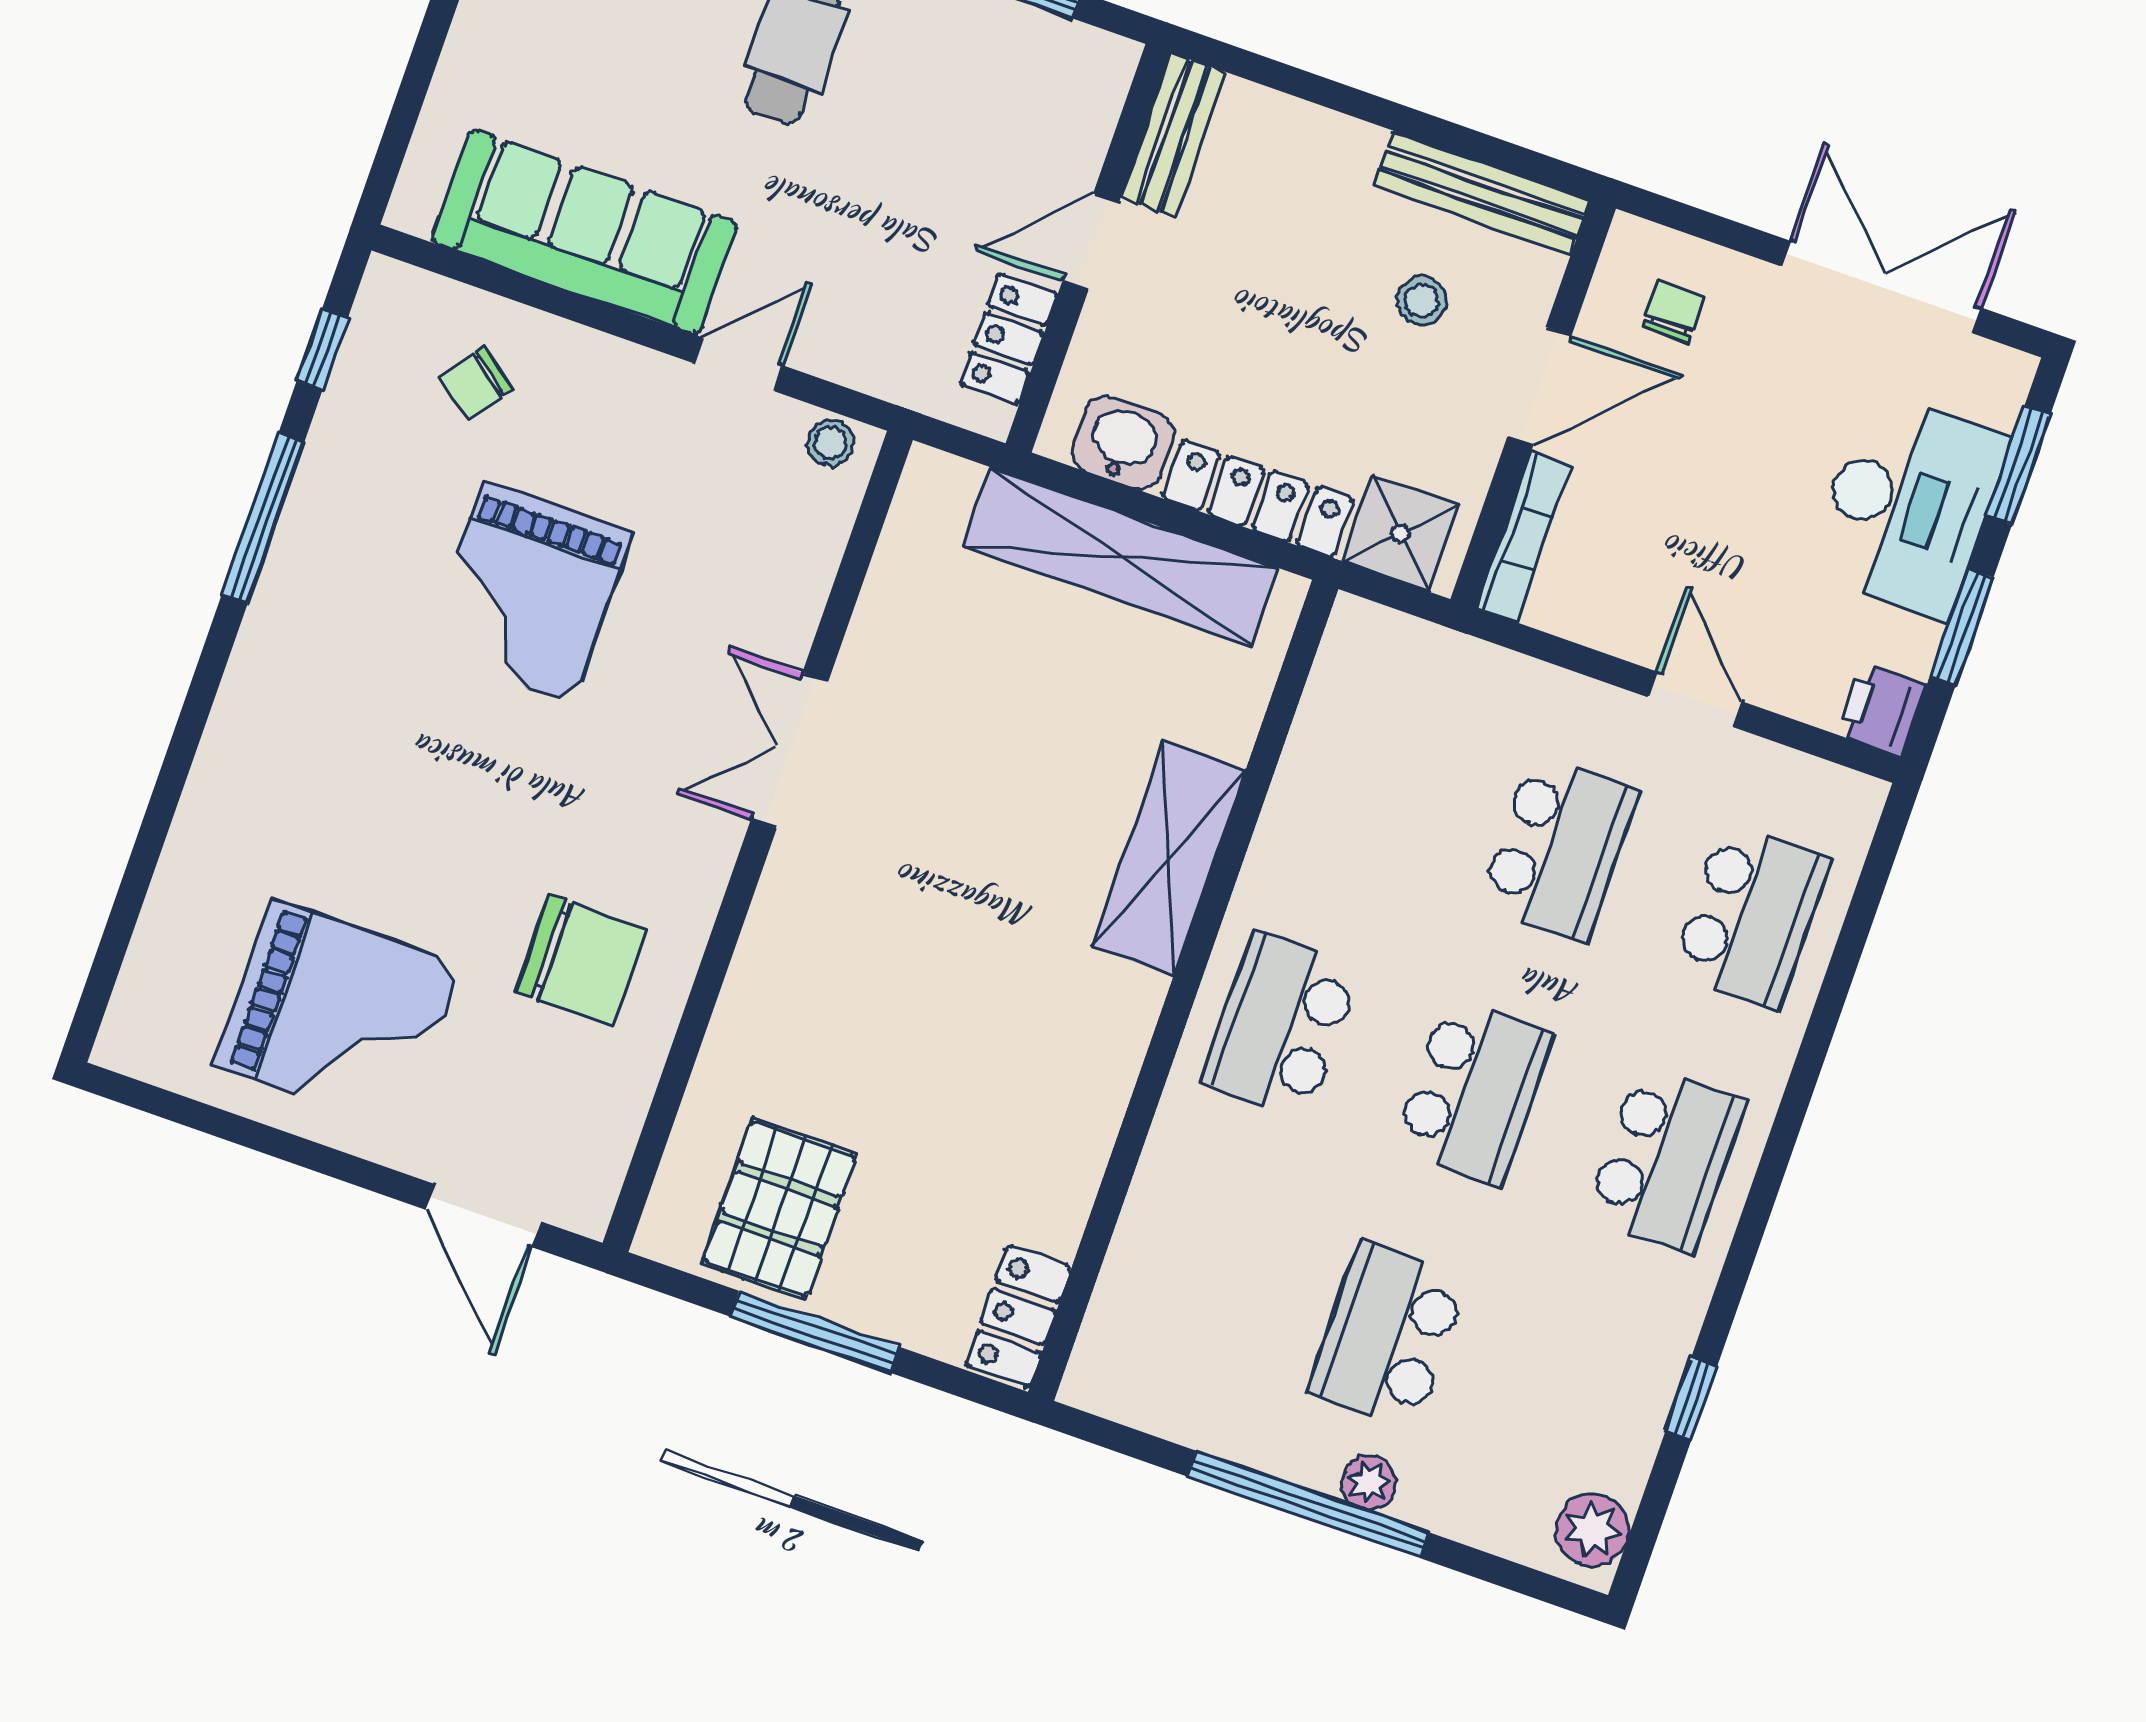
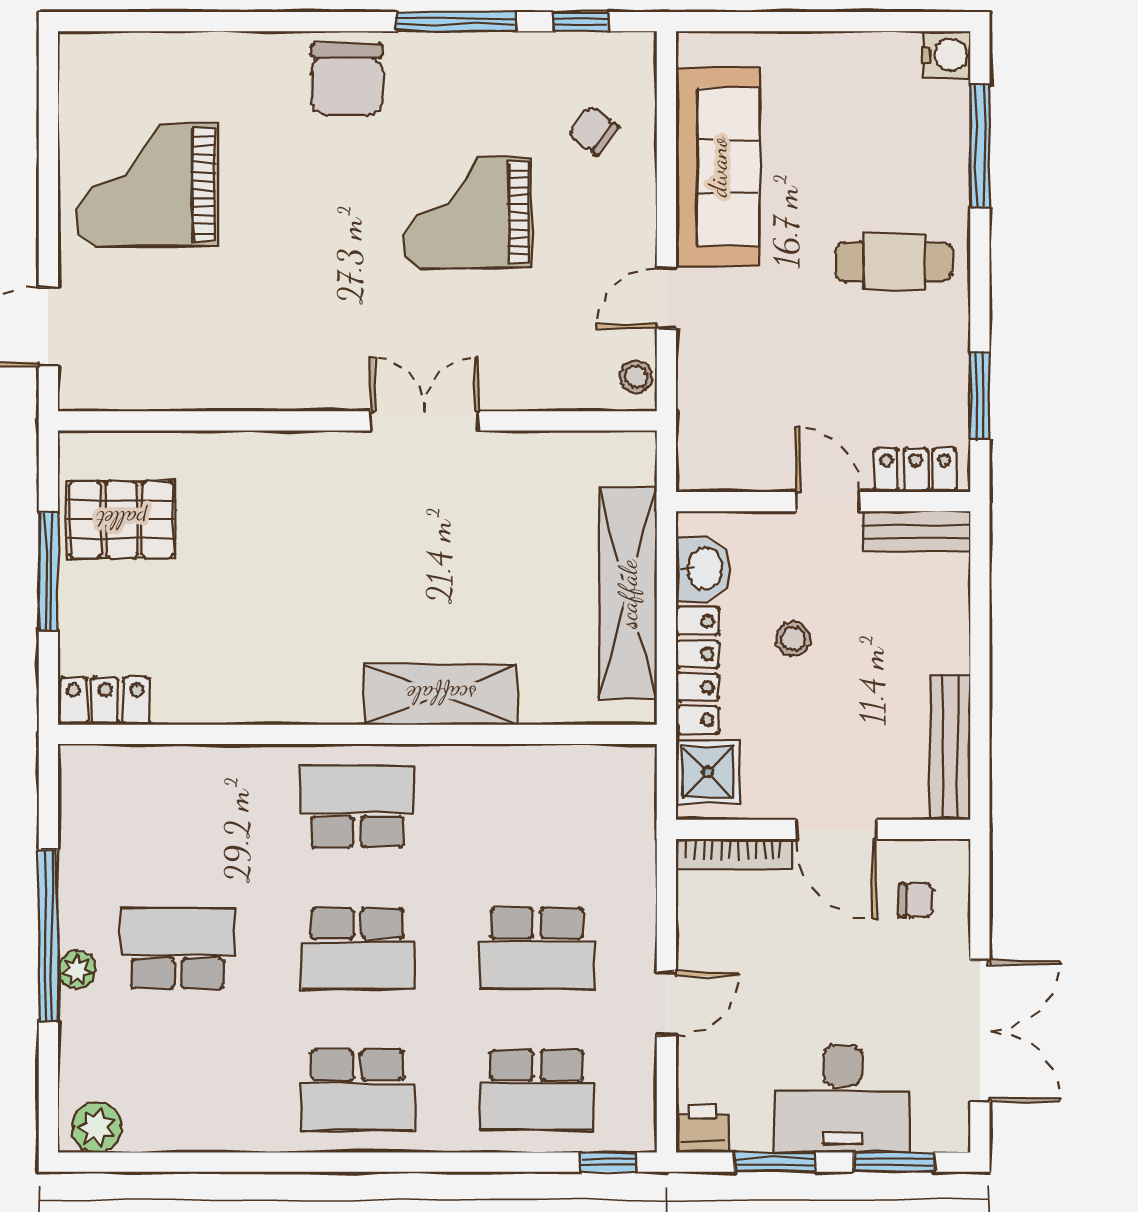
stool: (1422, 301) -> (793, 639), moved
locker: (1009, 339) -> (915, 470), moved
door: (738, 364) -> (666, 298), swing flipped
chair: (581, 961) -> (347, 79), moved
grand piano: (338, 1015) -> (147, 185), turned 90
window: (1691, 1399) -> (608, 1162), moved

